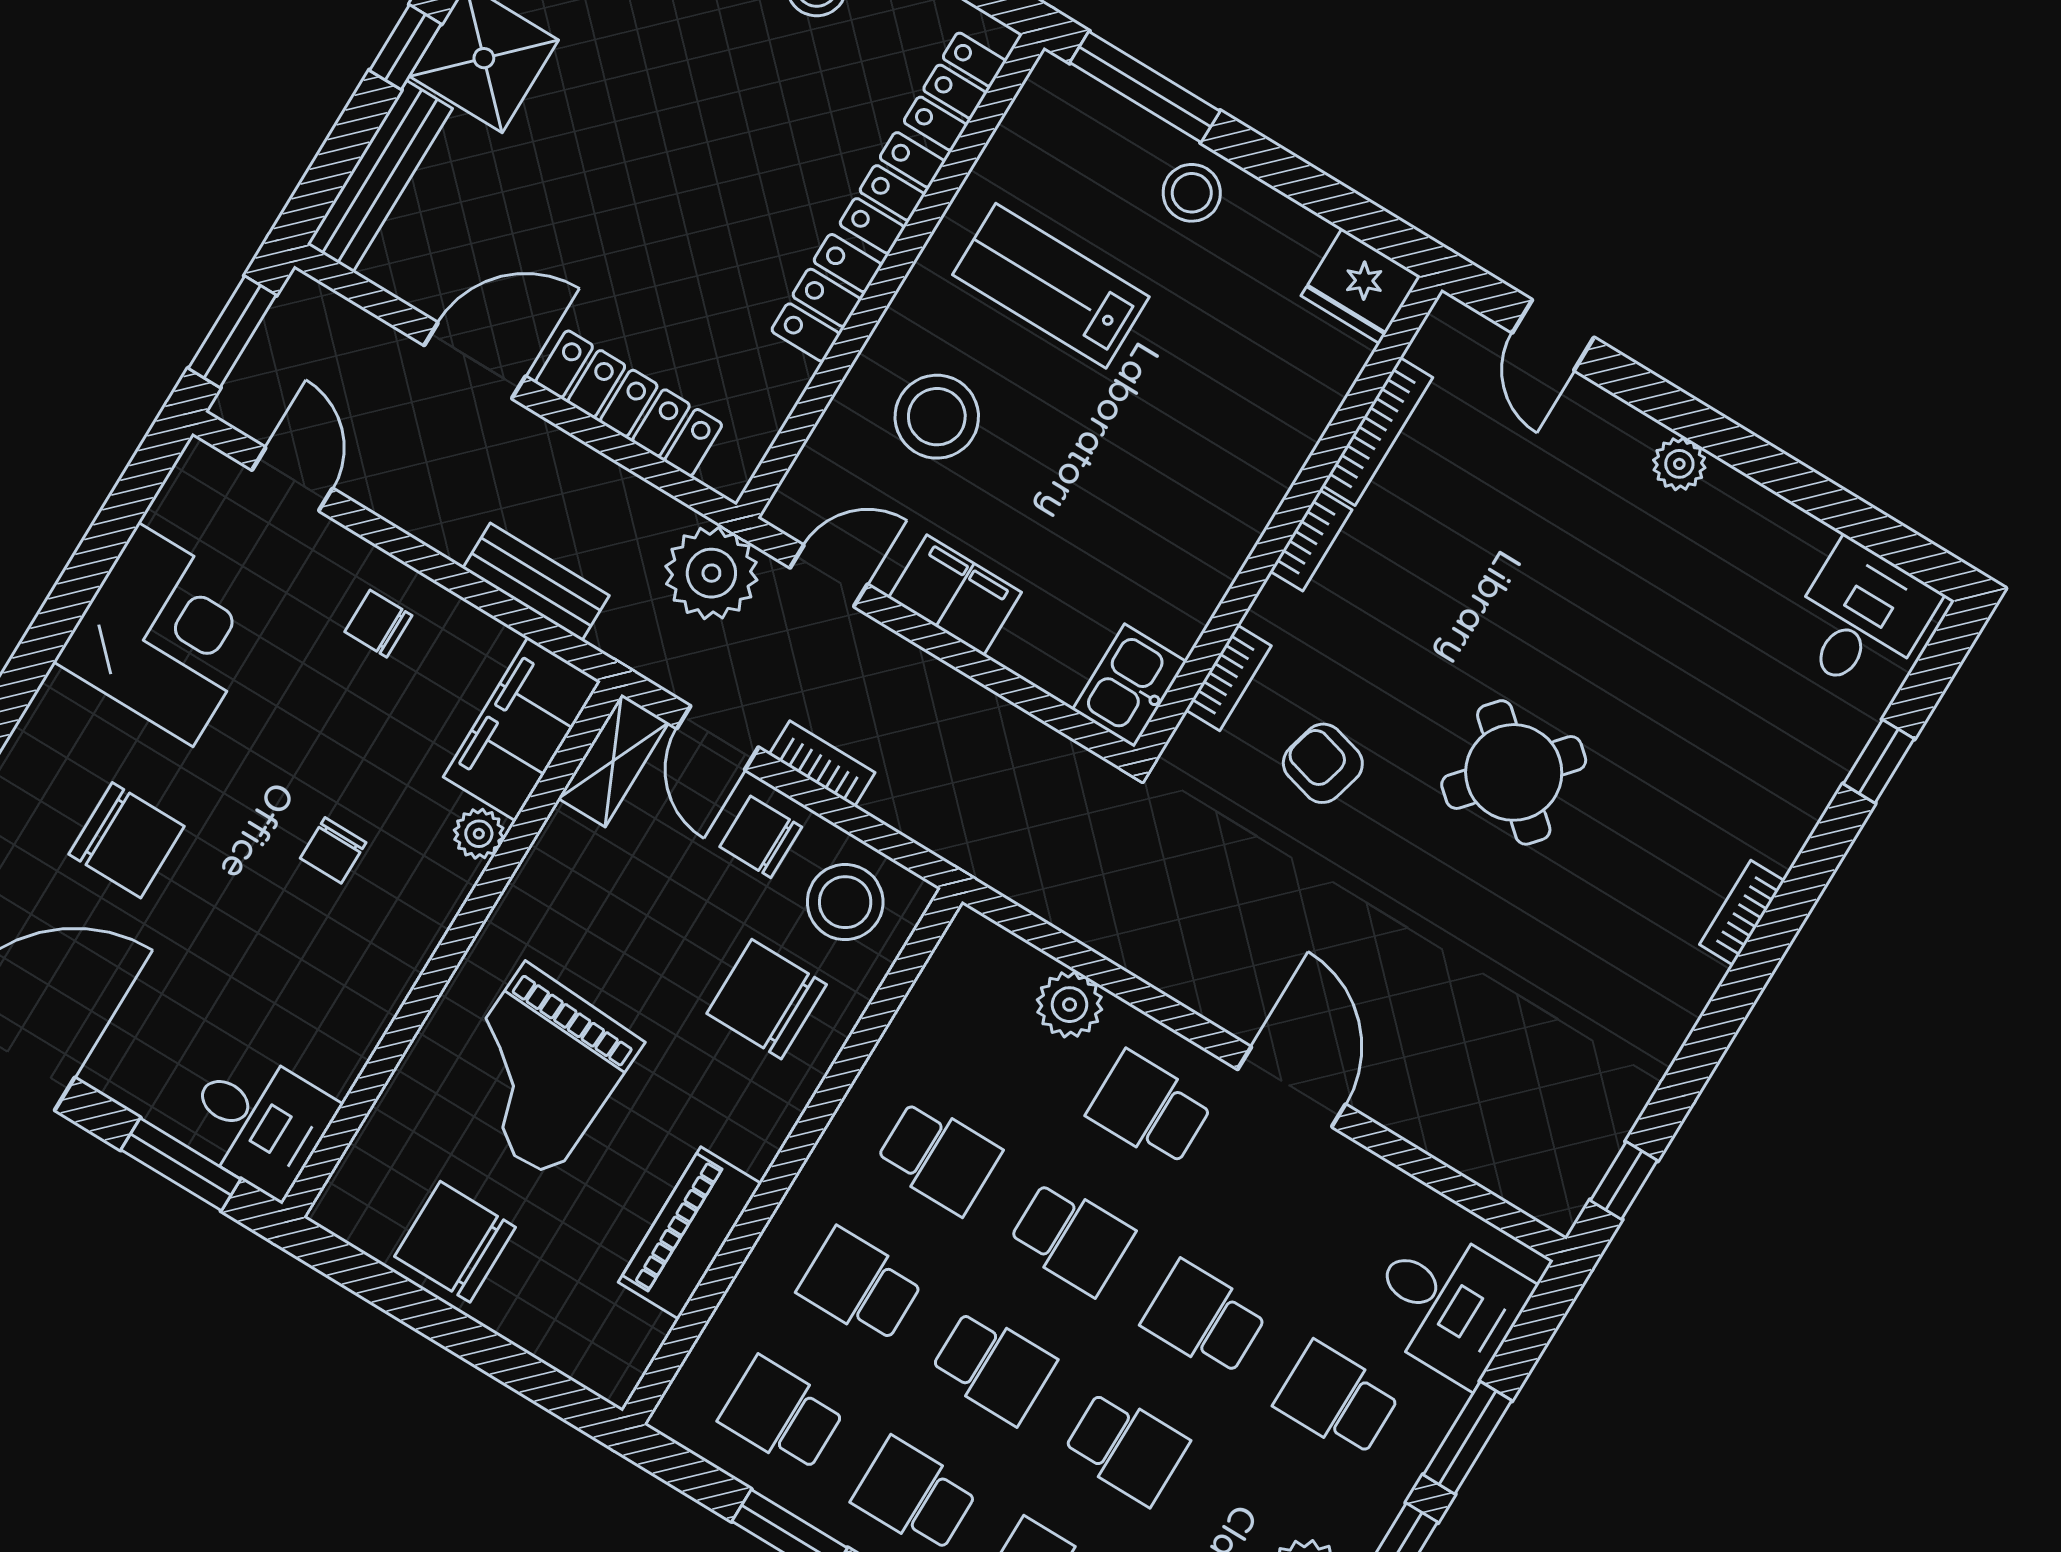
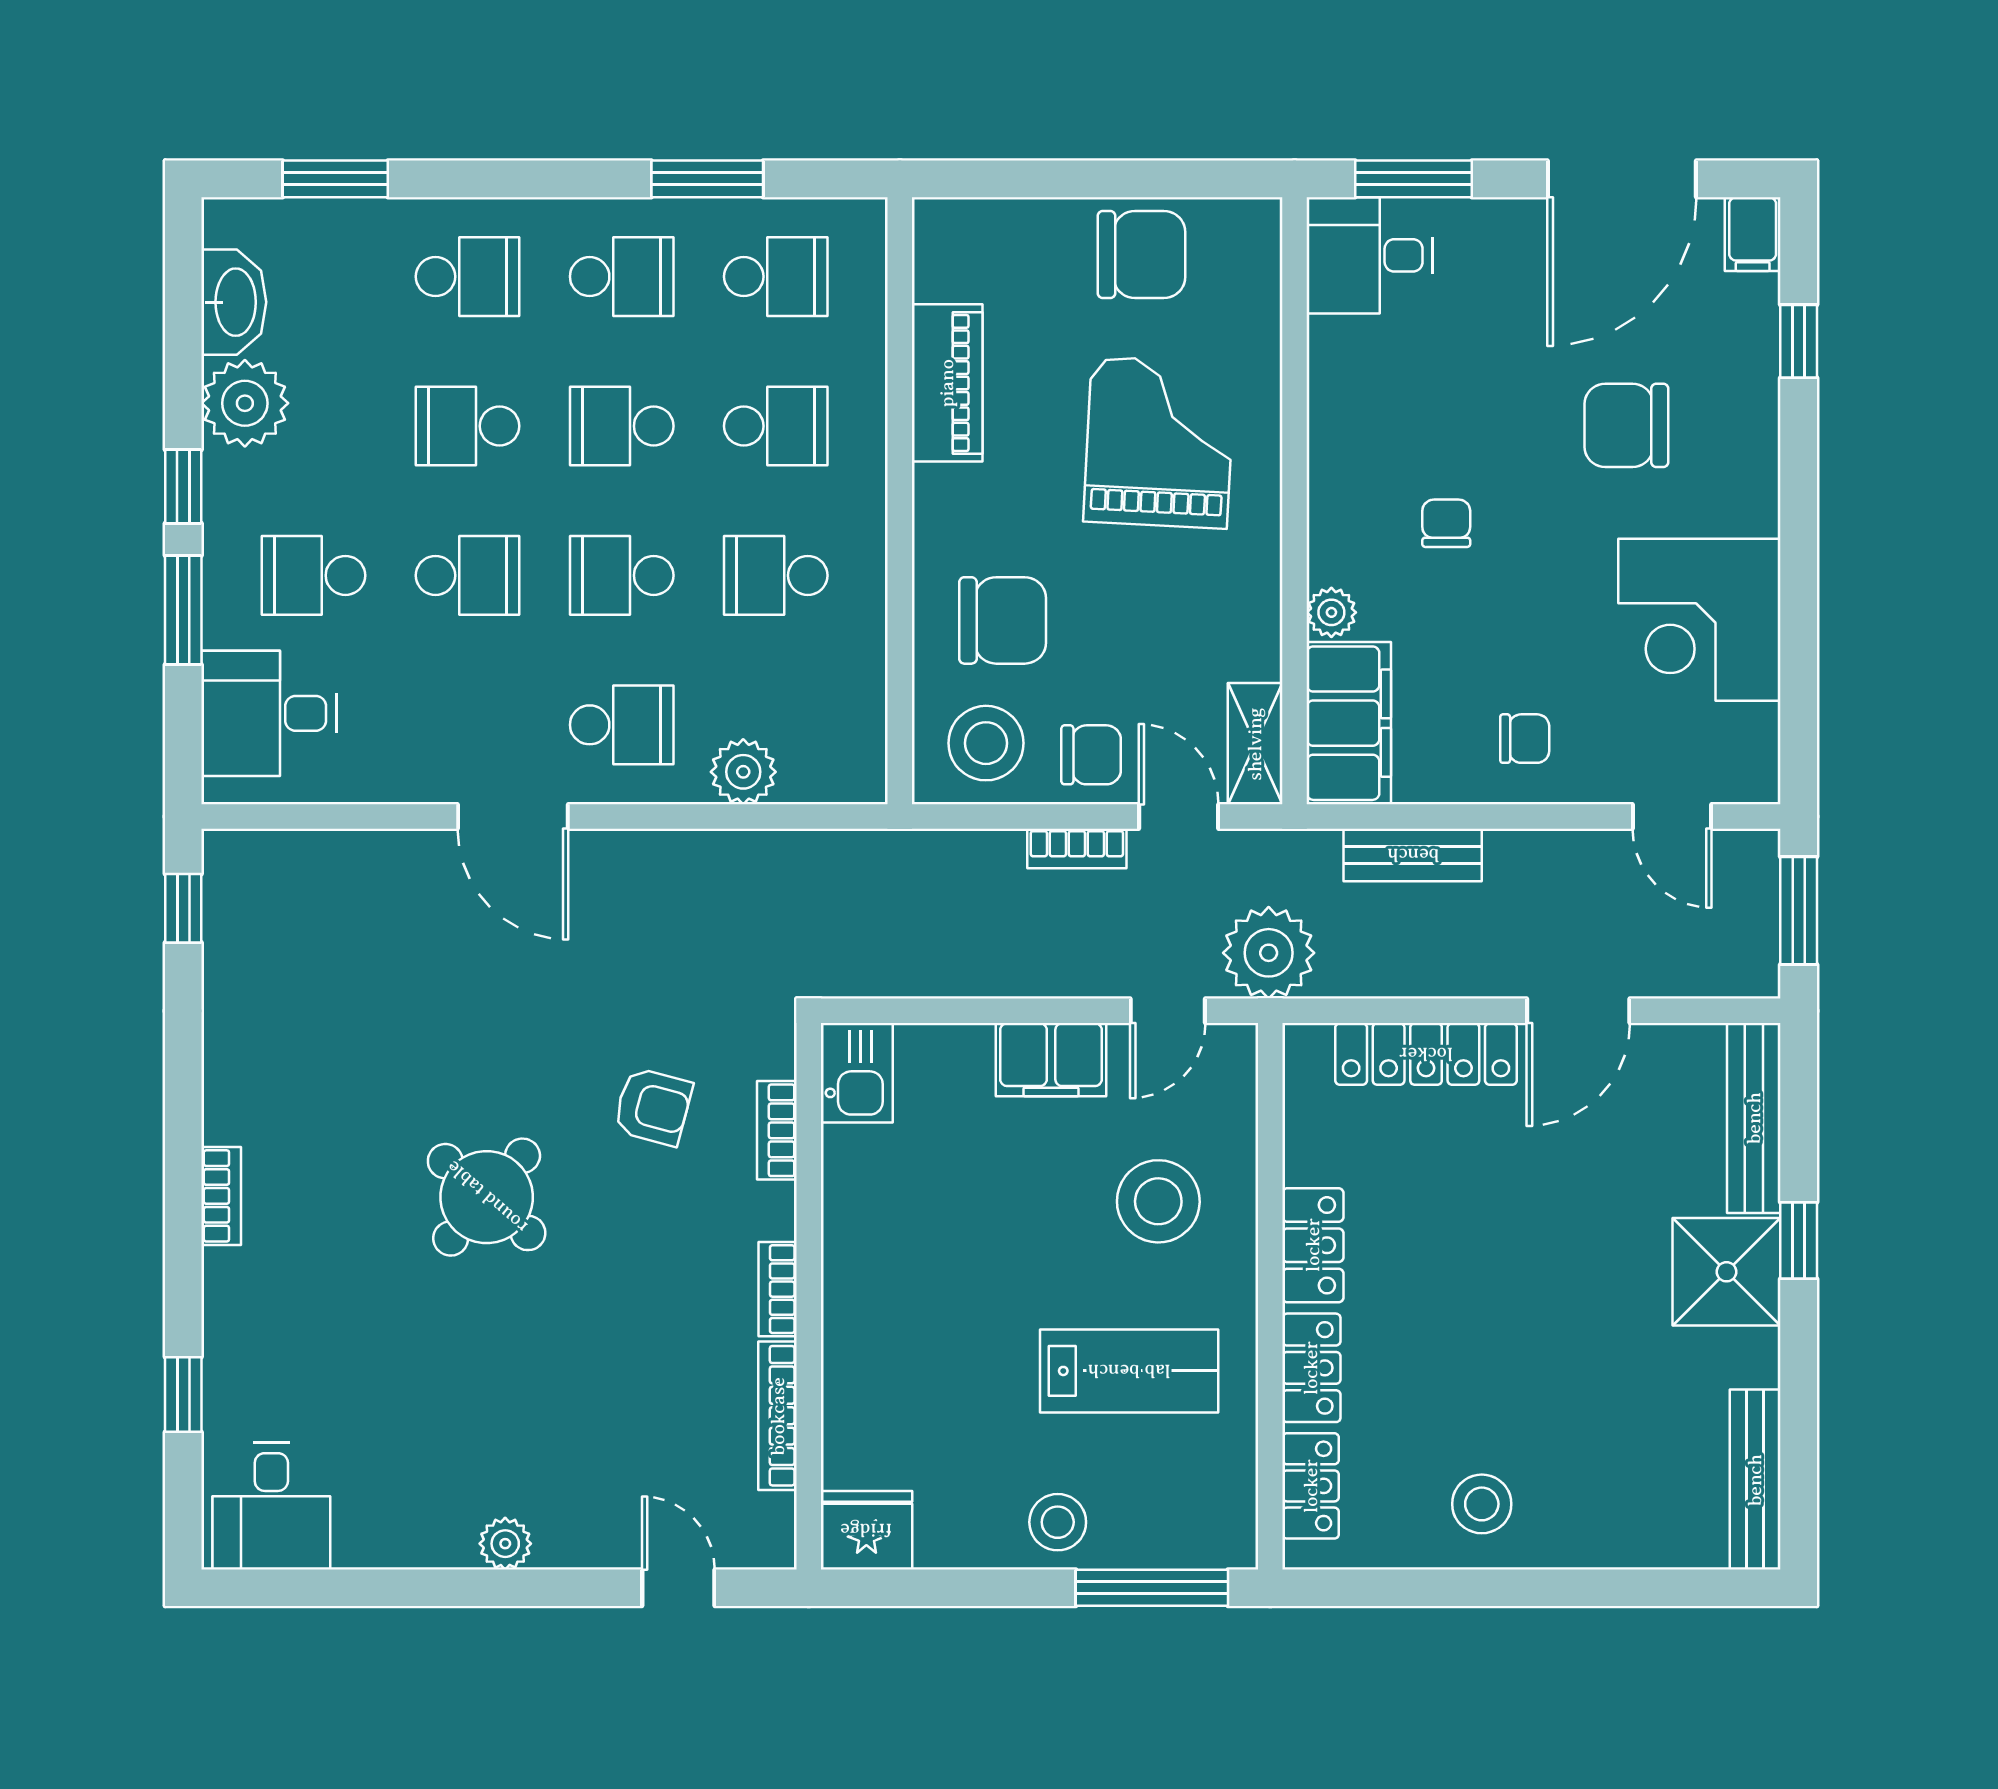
school desk: (1337, 1399) -> (313, 575), turned 180

